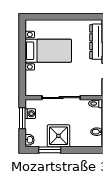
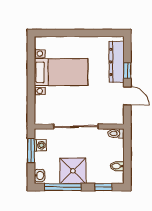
window: (50, 150) -> (63, 187), width x1.44
window: (85, 150) -> (103, 187), added

